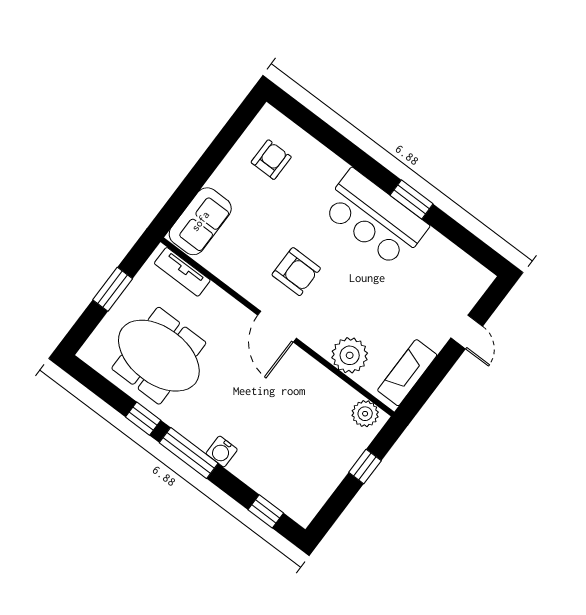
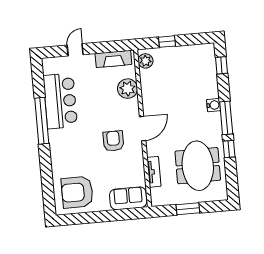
armchair: (271, 160) -> (77, 192), width x1.88, depth x1.88
window: (412, 199) -> (42, 121), width x2.11
bar counter: (375, 218) -> (60, 101), moved
tv unit: (182, 272) -> (154, 172), moved

